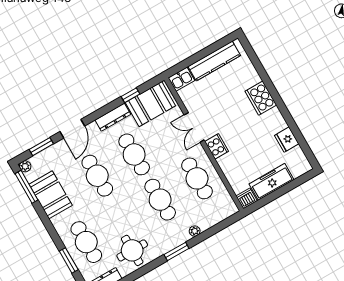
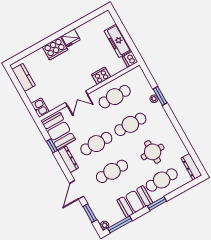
kitchen counter: (214, 61) -> (24, 77), width x0.67
door: (72, 129) -> (77, 190), swing flipped
fridge: (287, 140) -> (71, 38), moved
cooker: (217, 146) -> (101, 76), moved
booth: (51, 195) -> (135, 201), moved
round table: (132, 250) -> (153, 152), moved
window: (176, 252) -> (160, 96), moved
window: (69, 260) -> (157, 204), moved

